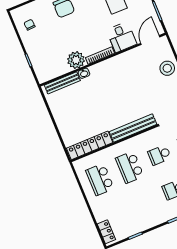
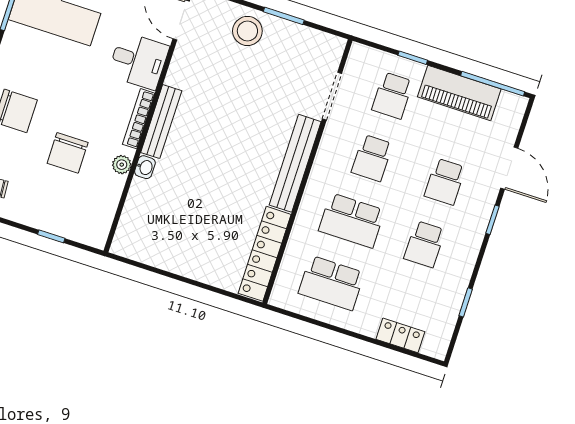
chair: (65, 40) -> (68, 153), added
plant: (76, 60) -> (122, 165), width x0.53, depth x0.53
bench: (62, 83) -> (161, 122), moved
school desk: (144, 202) -> (425, 244), added
locker: (106, 232) -> (400, 335), moved

